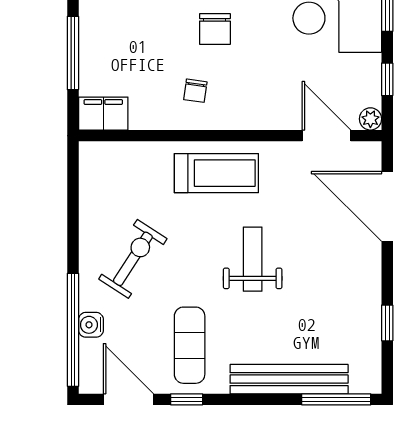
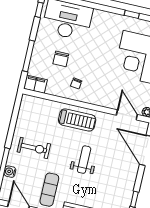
chair: (215, 29) -> (61, 59), moved
exercise bike: (133, 259) -> (34, 148), turned 57

